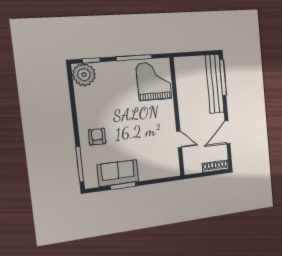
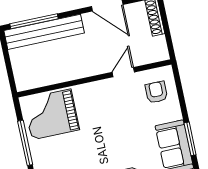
armchair: (162, 163) -> (156, 92), added

